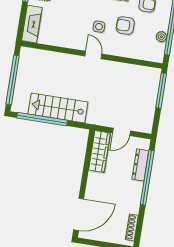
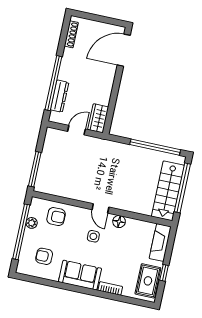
armchair: (125, 25) -> (56, 217), moved
floor lamp: (74, 43) -> (119, 222), added
stairs: (58, 108) -> (168, 191), moved, turned 90
wardrobe: (99, 152) -> (98, 118), width x0.67

